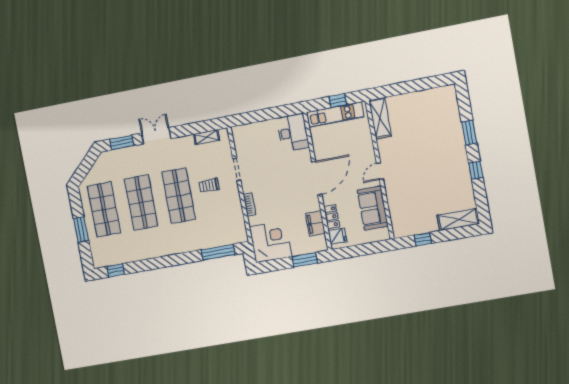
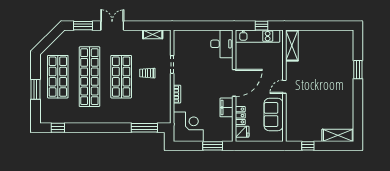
window: (476, 170) -> (358, 100), removed
shop shelf: (141, 203) -> (89, 77), width x1.40
filing cabinet: (315, 223) -> (226, 107), moved

